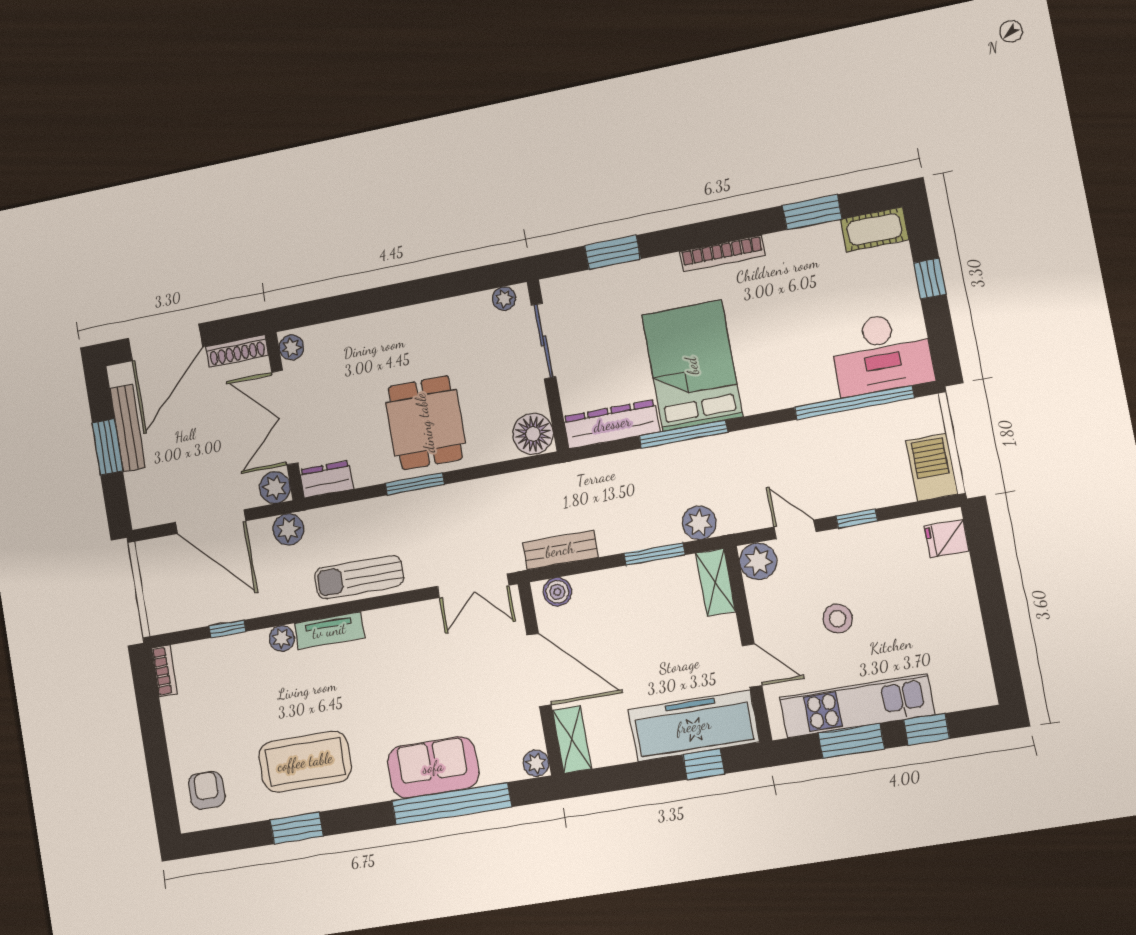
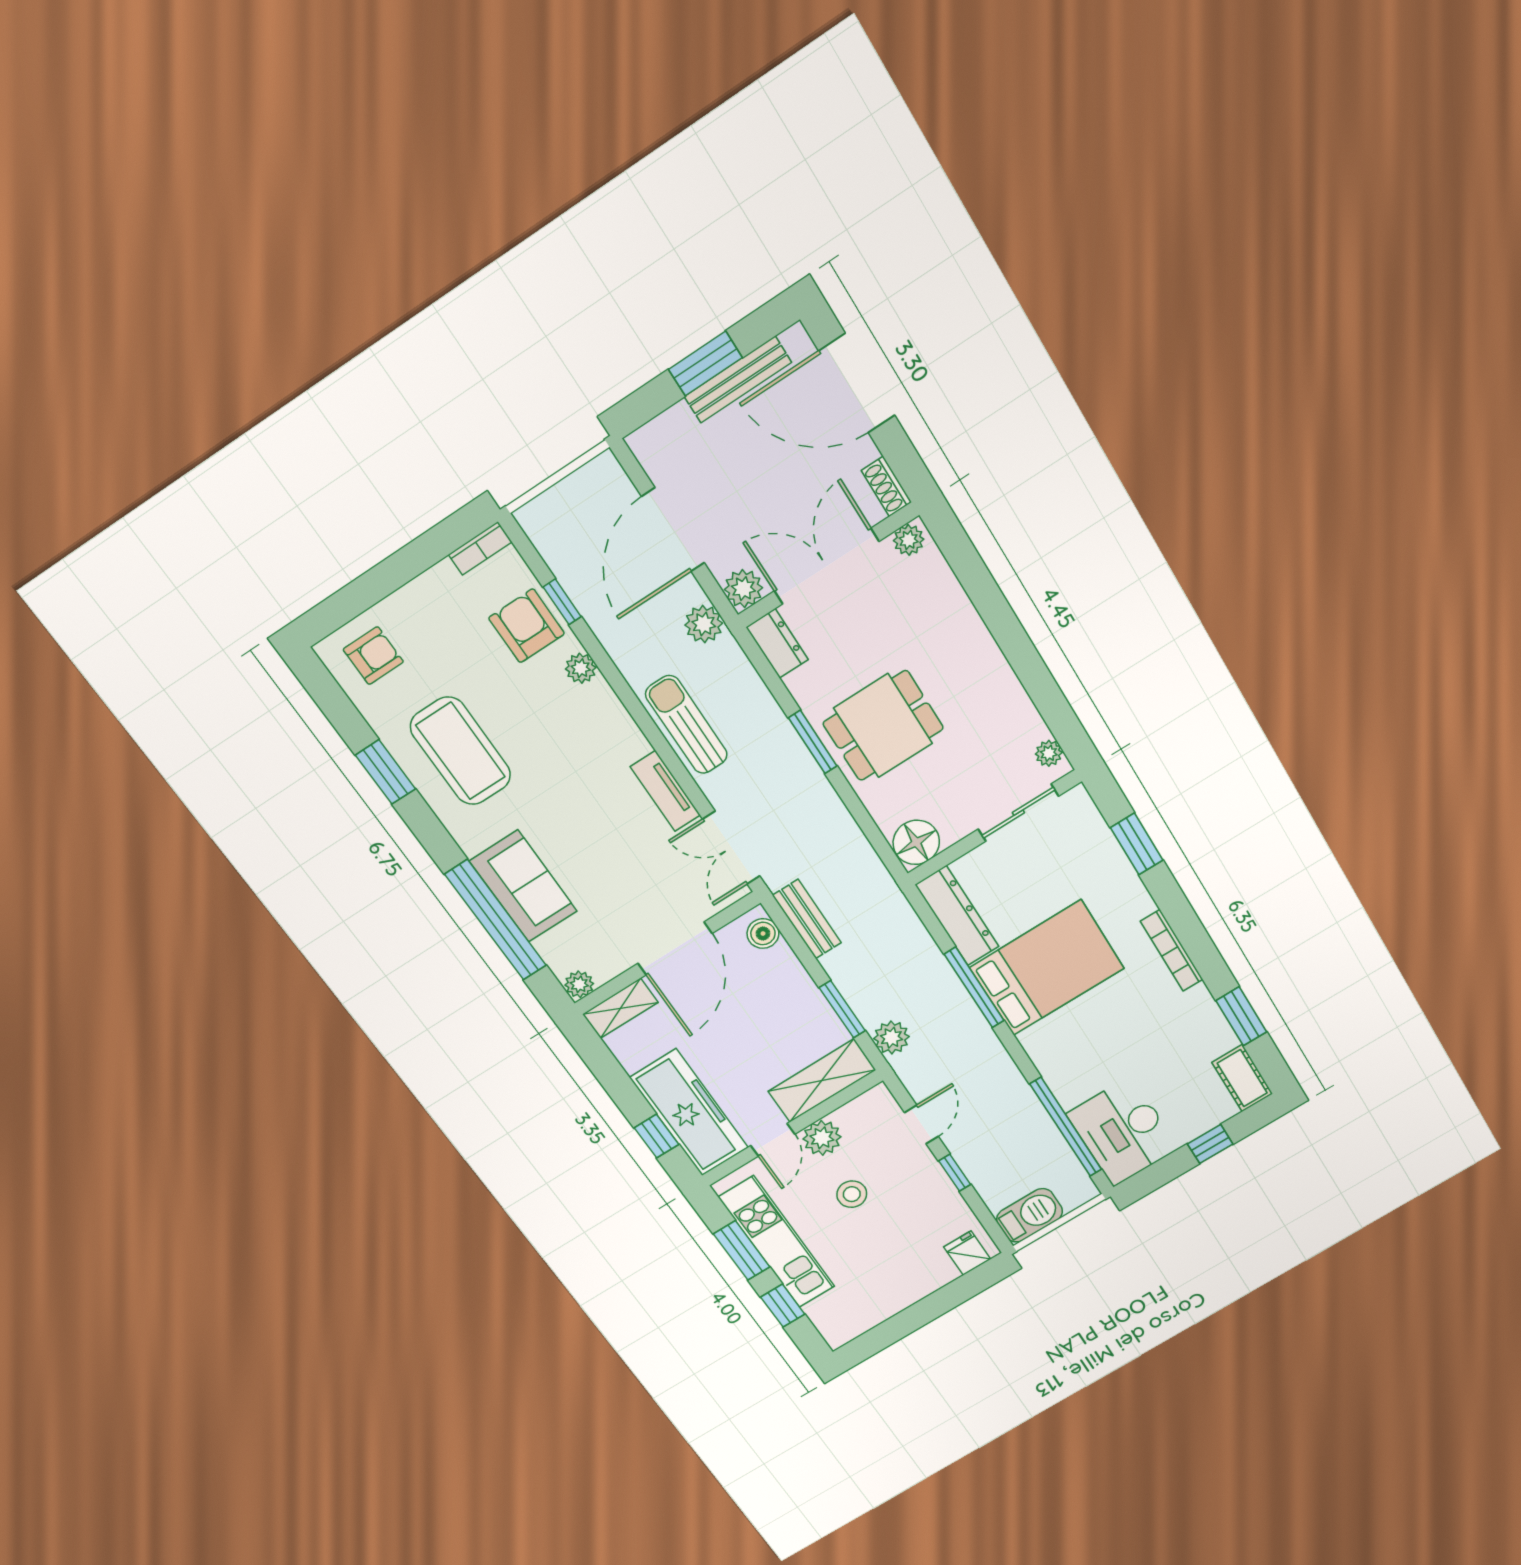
shoe rack: (237, 351) -> (886, 486), width x0.70
plant: (758, 561) -> (822, 1138), moved
shelving: (716, 582) -> (822, 1081), width x1.50, depth x1.33
tv unit: (329, 631) -> (665, 791), moved
armchair: (234, 664) -> (527, 626), added

